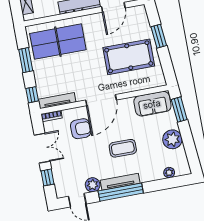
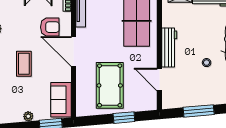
armchair: (81, 129) -> (50, 27), turned -90
plant: (172, 139) -> (28, 116), width x0.53, depth x0.53

